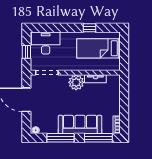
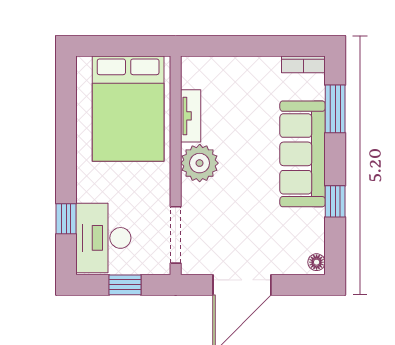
window: (90, 28) -> (66, 219), moved
bed: (98, 48) -> (128, 109), width x1.50
window: (61, 138) -> (335, 201), width x0.46
window: (98, 138) -> (335, 109), width x0.69

